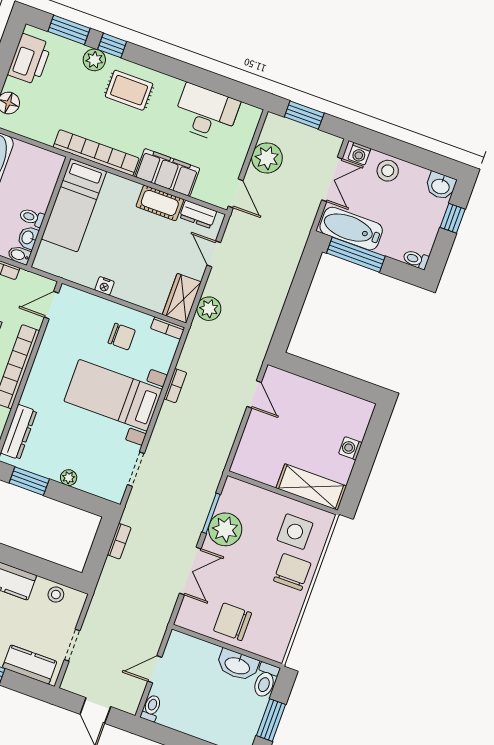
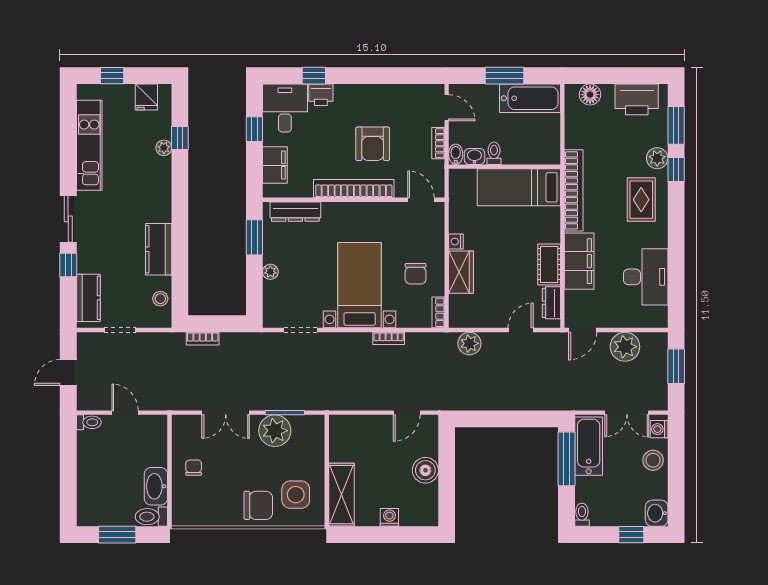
wardrobe: (182, 298) -> (461, 272), moved, turned 90
boiler: (317, 396) -> (425, 470), added
bookcase: (119, 541) -> (203, 339), moved
chair: (233, 622) -> (194, 468), width x0.54, depth x0.54

